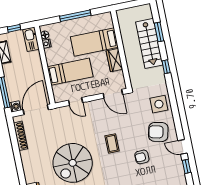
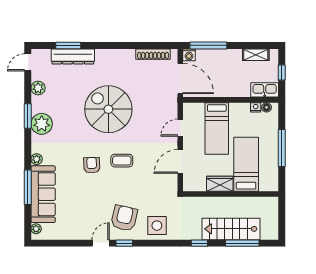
window: (159, 32) -> (242, 243), width x1.44
door: (113, 94) -> (180, 161), moved
armchair: (142, 157) -> (92, 165), moved
window: (187, 166) -> (124, 243), moved

